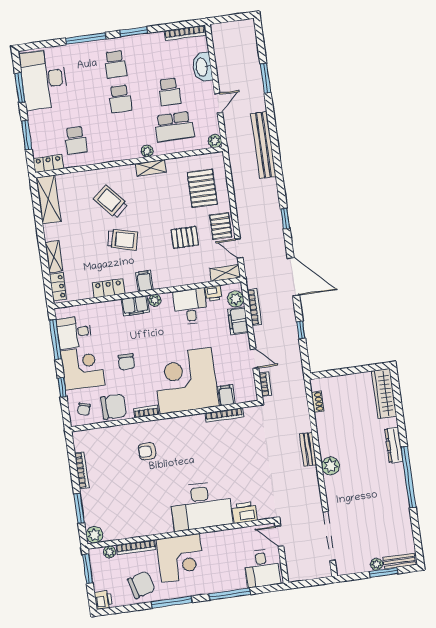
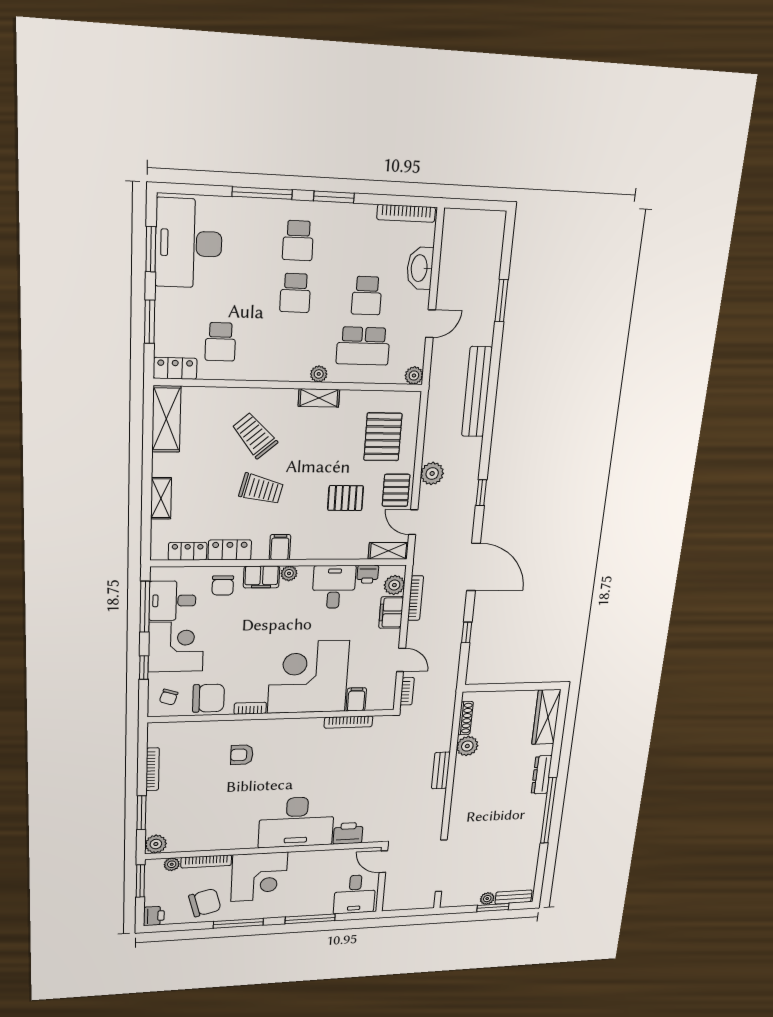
plant: (245, 210) -> (432, 474), added
locker: (58, 287) -> (188, 551), moved, turned -90
chair: (126, 362) -> (223, 585), moved
shoe rack: (317, 402) -> (465, 718), width x1.43
plant: (331, 466) -> (467, 746), moved

